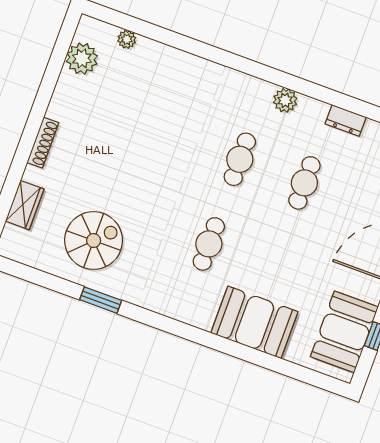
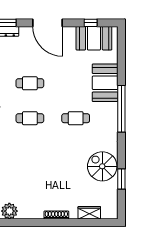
spiral stairs: (94, 241) -> (102, 166), moved
window: (101, 300) -> (121, 179), moved
window: (195, 335) -> (121, 109), added

